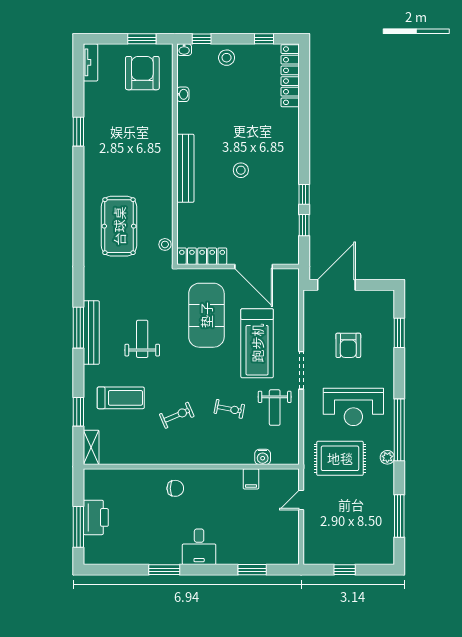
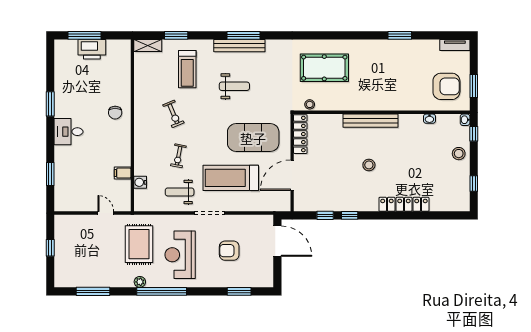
locker: (290, 76) -> (404, 204), moved

